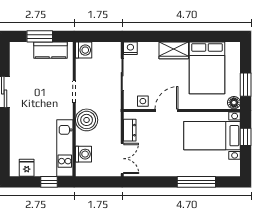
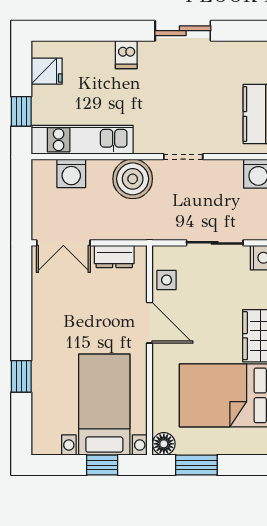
dishwasher: (17, 123) -> (126, 55), added
window: (196, 182) -> (21, 376), width x0.46

